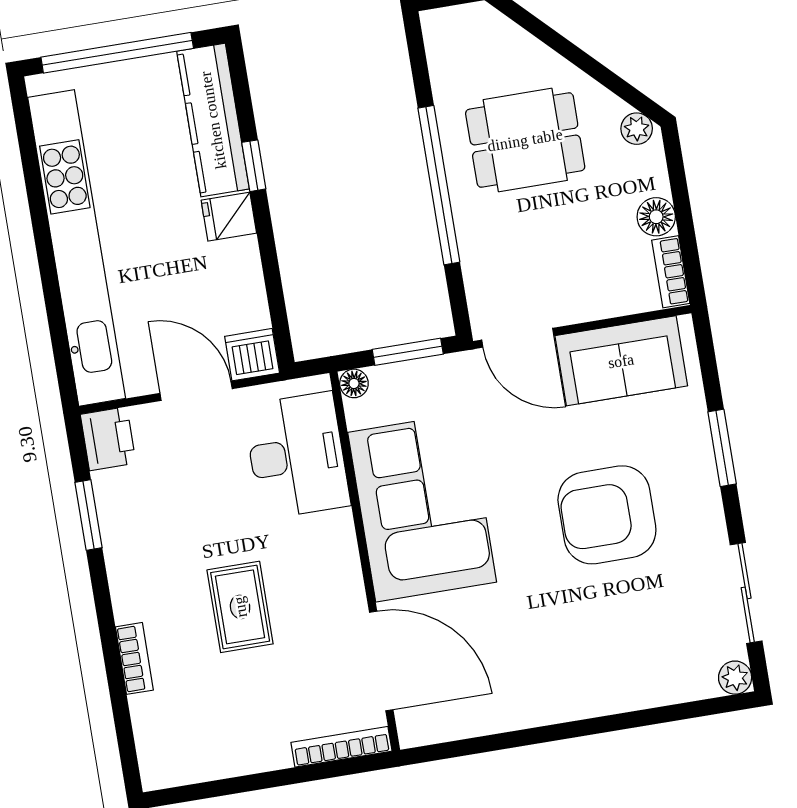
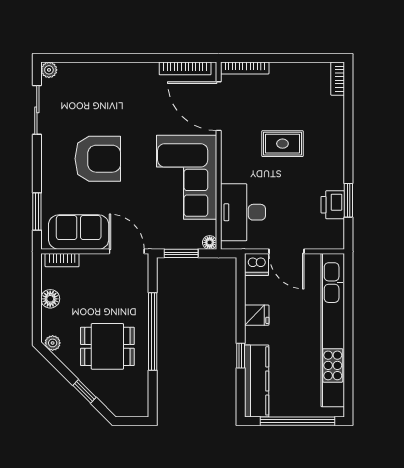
window: (556, 42) -> (84, 391), added
fridge: (229, 217) -> (257, 315), moved
bookcase: (671, 272) -> (62, 260), moved, turned 90
printer: (108, 439) -> (333, 205), moved
window: (722, 448) -> (37, 211), moved
rug: (240, 607) -> (282, 144), turned 90
bookcase: (134, 658) -> (338, 79), moved
bookcase: (461, 726) -> (185, 68), added

